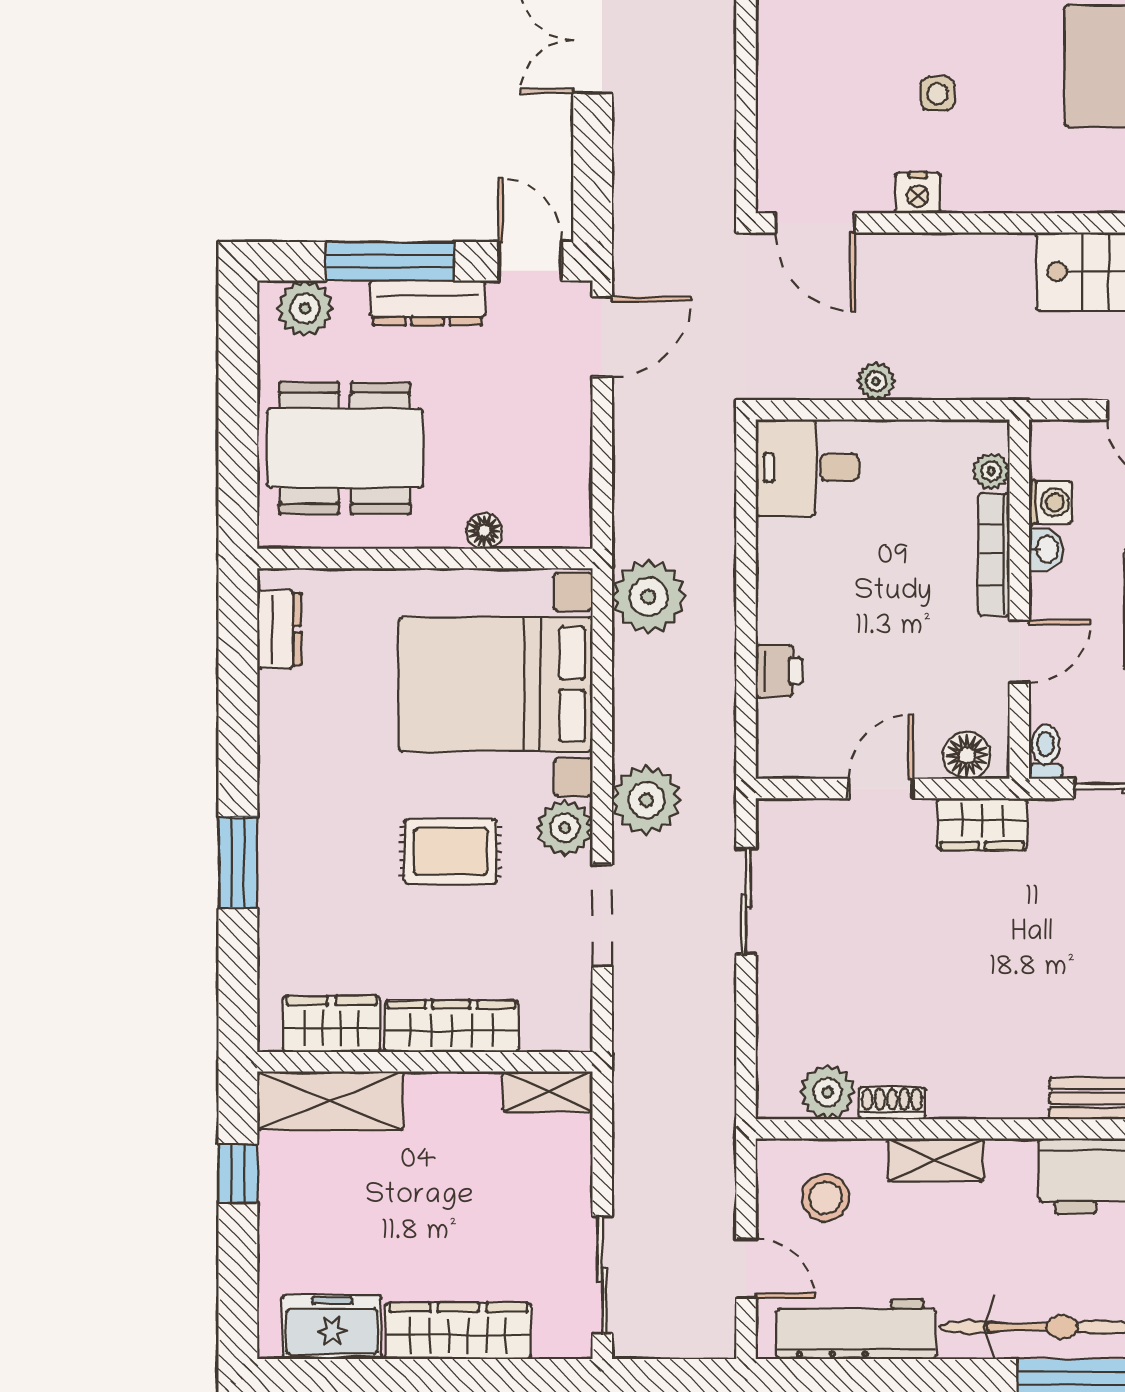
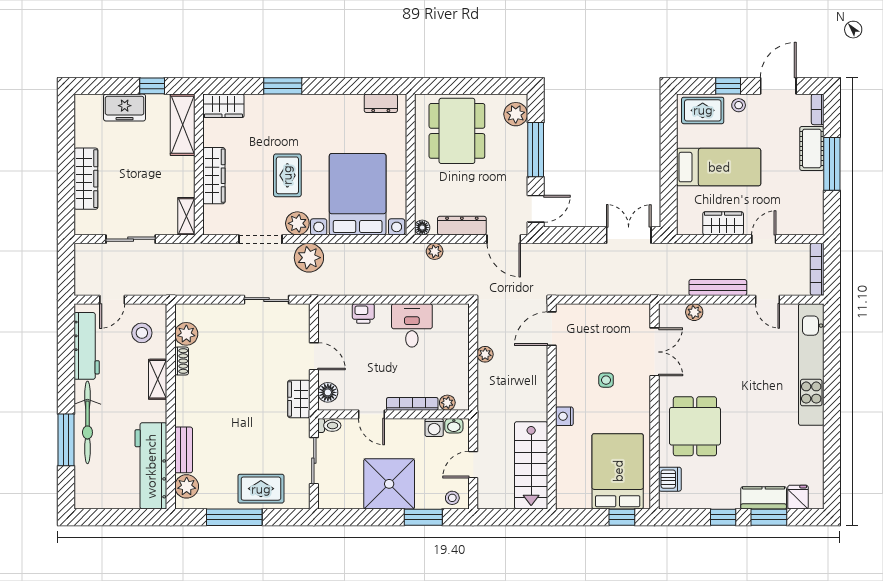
nightstand: (918, 193) -> (564, 416), moved
dresser: (427, 303) -> (462, 226), moved, turned 90
desk: (807, 467) -> (412, 325), moved
floor lamp: (484, 531) -> (422, 228), moved
washbasin: (1046, 549) -> (454, 426), moved
plant: (648, 597) -> (435, 251), moved, width x0.53, depth x0.53
wardrobe: (332, 1024) -> (223, 106), moved, turned 90
sliding door: (602, 1275) -> (131, 239), moved
freezer: (332, 1327) -> (125, 108), moved, turned 90

